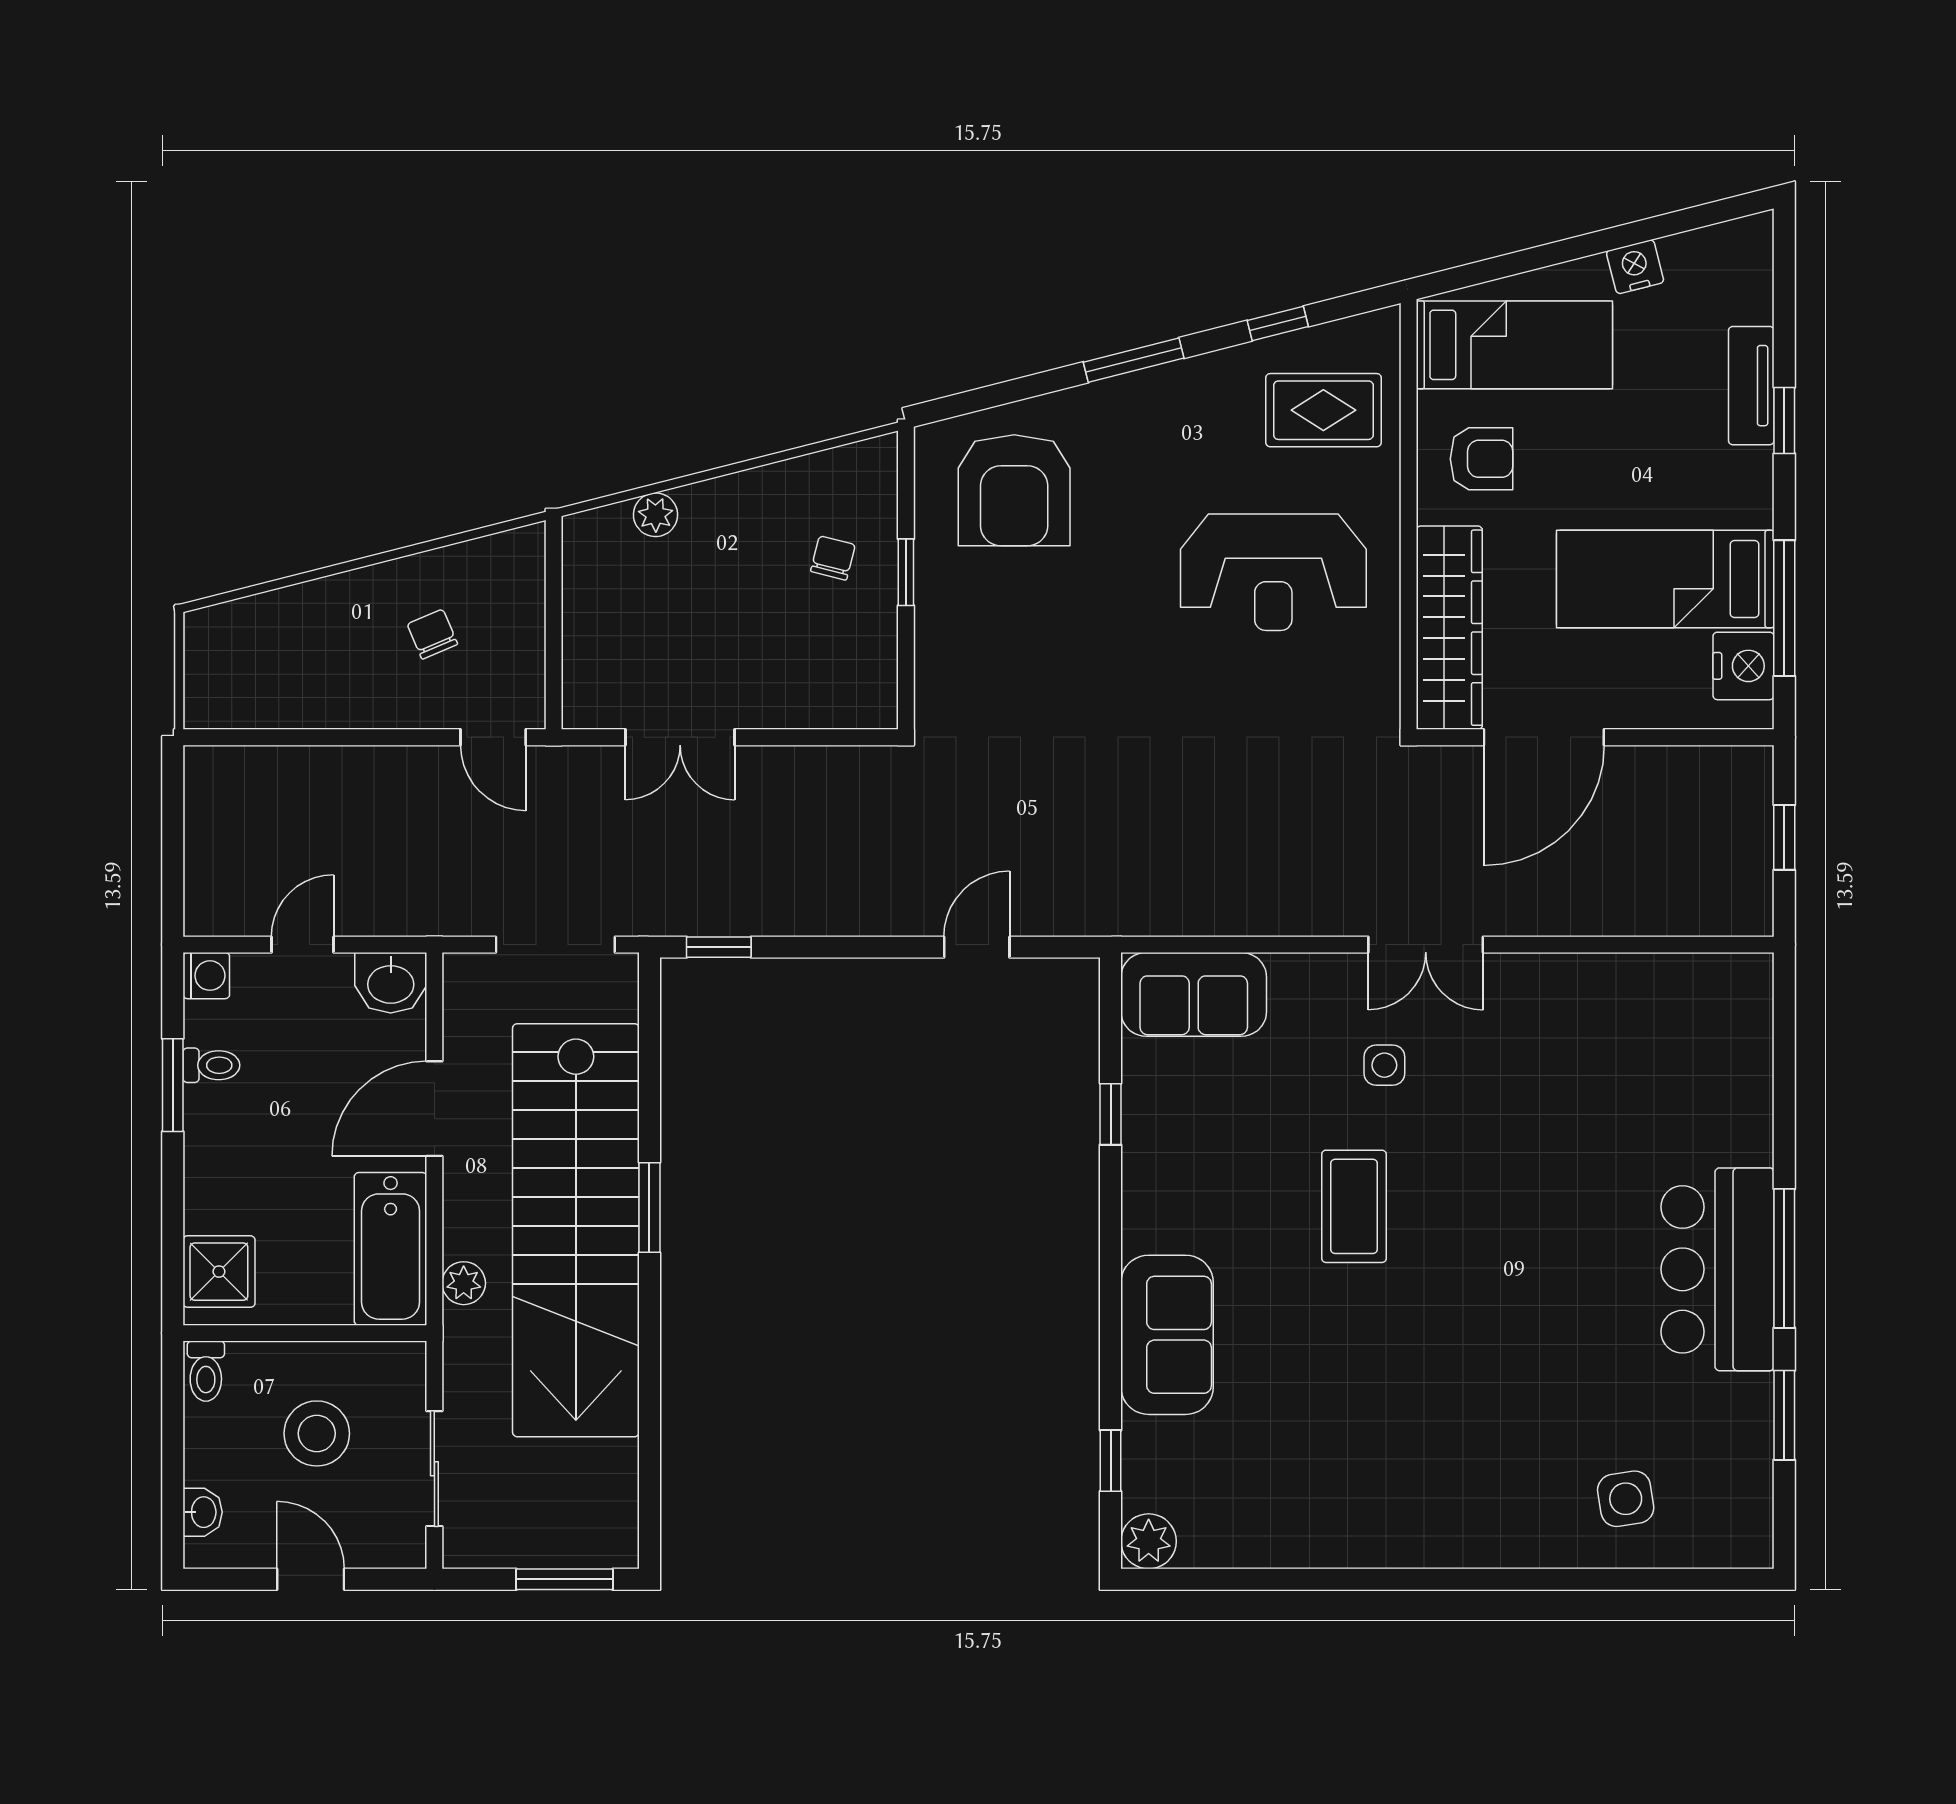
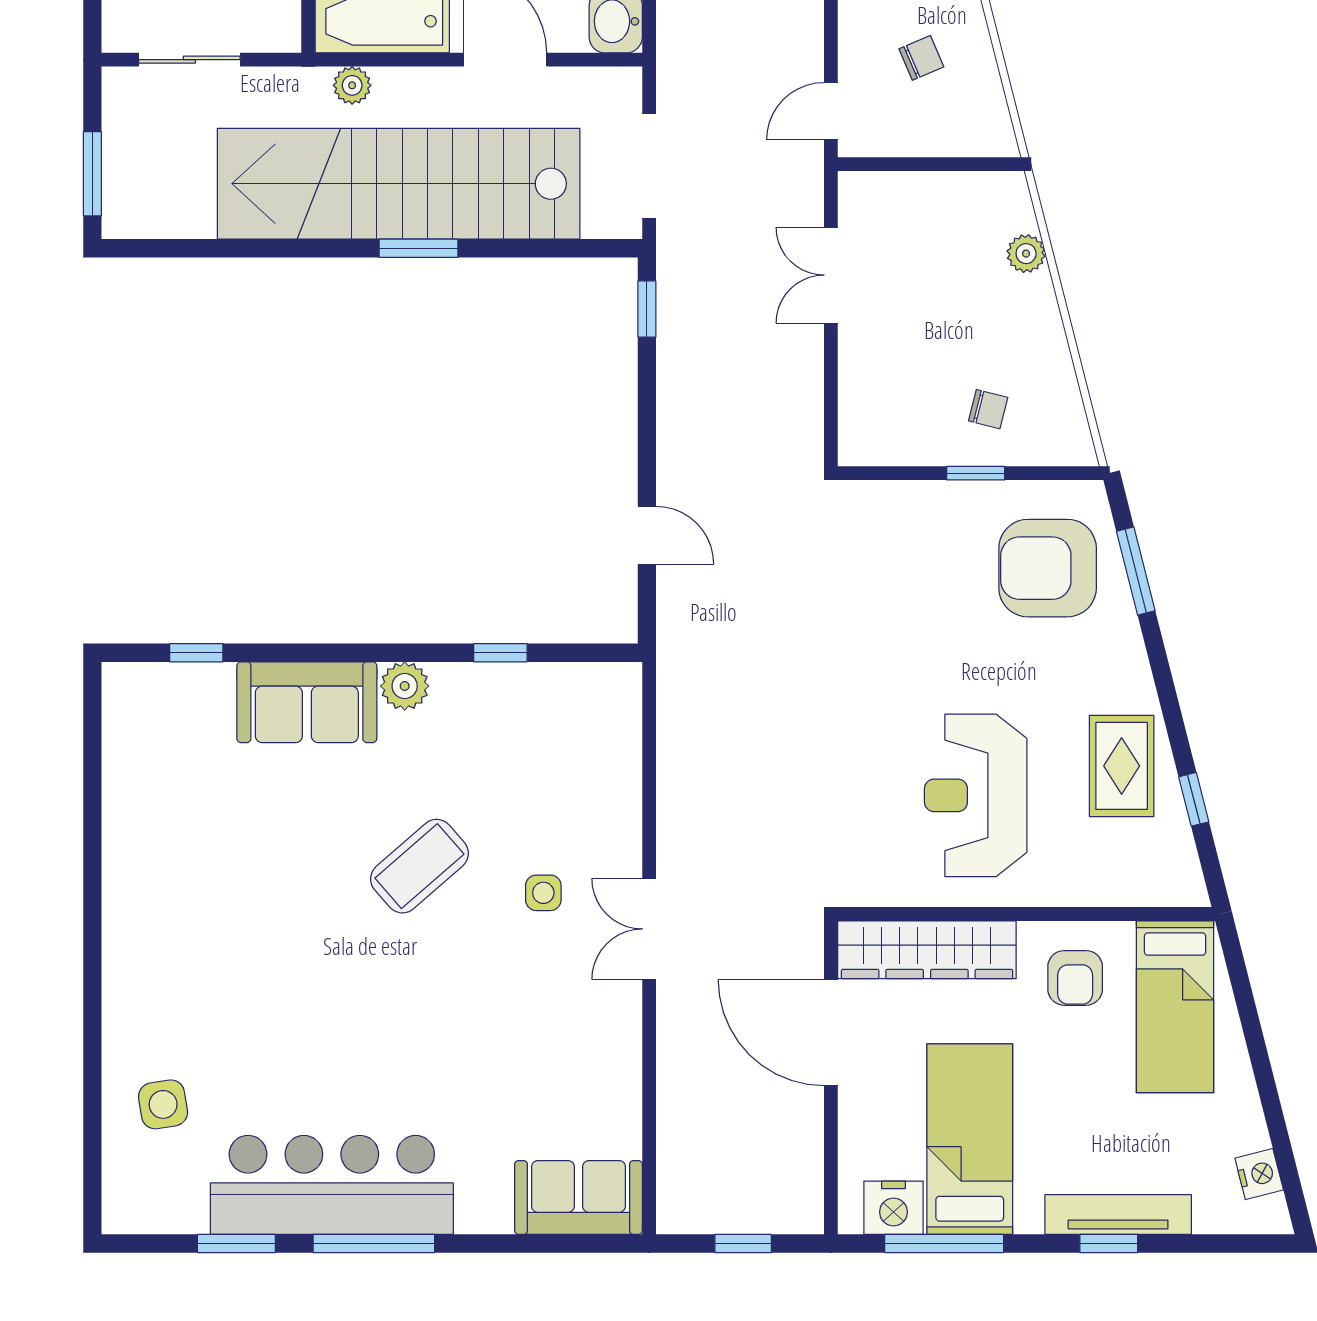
nightstand: (1635, 267) -> (1259, 1174), moved
window: (1134, 360) -> (1136, 571), moved
tv unit: (1751, 386) -> (1118, 1215), width x1.41
rug: (1323, 410) -> (1122, 766), moved
sofa: (1194, 994) -> (578, 1197), moved, turned 90
coffee table: (1354, 1206) -> (419, 866), turned -41
bar counter: (1717, 1269) -> (332, 1185), width x1.36
plant: (1149, 1541) -> (405, 686), moved

